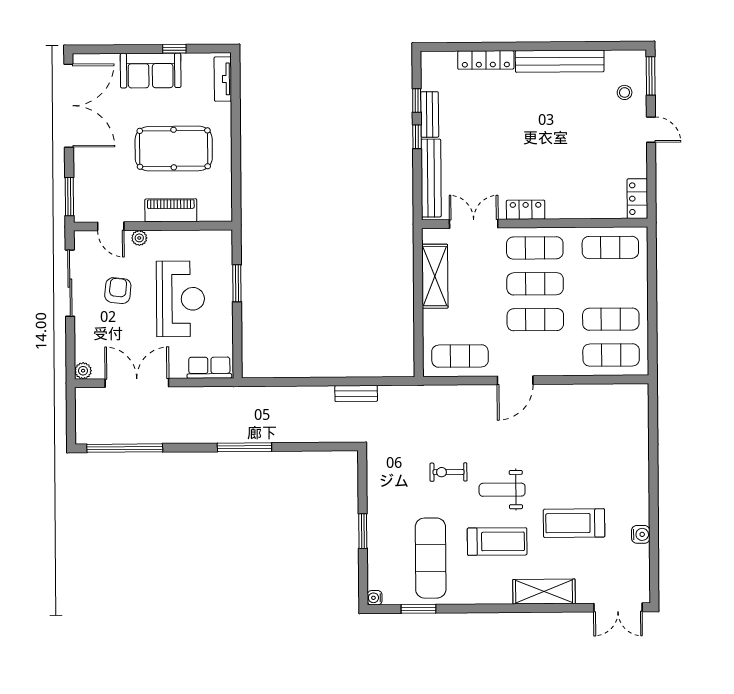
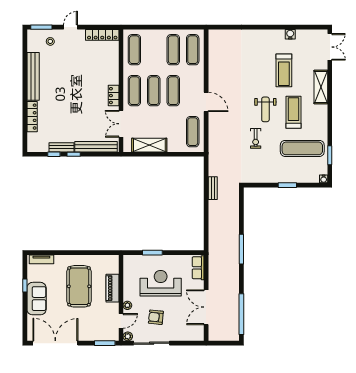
locker: (637, 199) -> (102, 35), width x1.53
plant: (83, 371) -> (128, 336), moved

